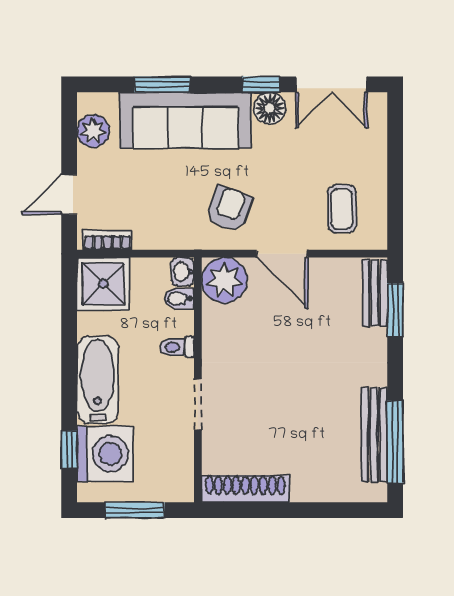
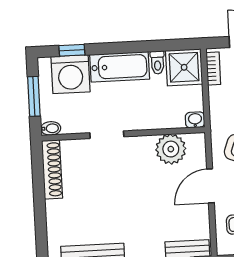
plant: (224, 280) -> (171, 149), moved
bidet: (179, 298) -> (51, 128), moved, turned 90
toilet: (177, 347) -> (157, 62), moved, turned 180

